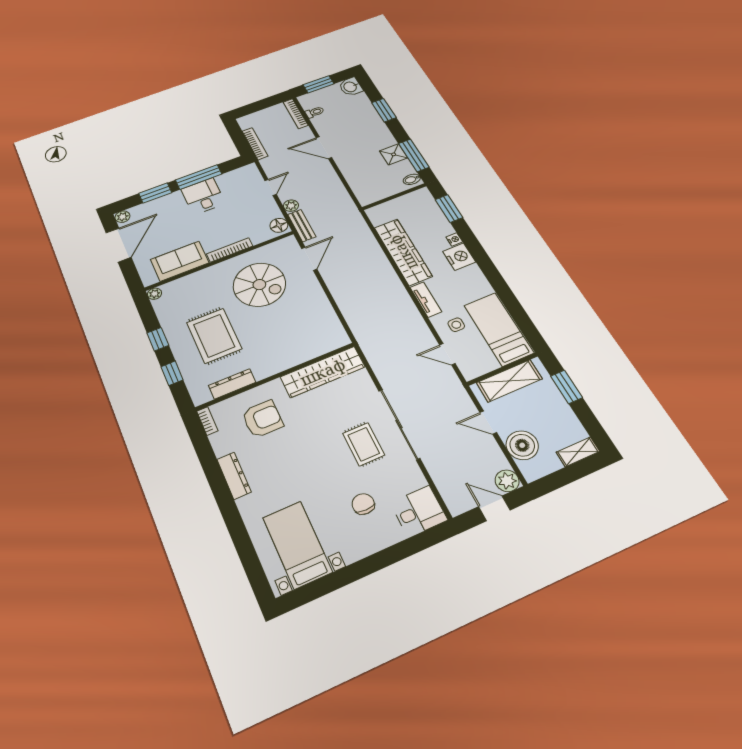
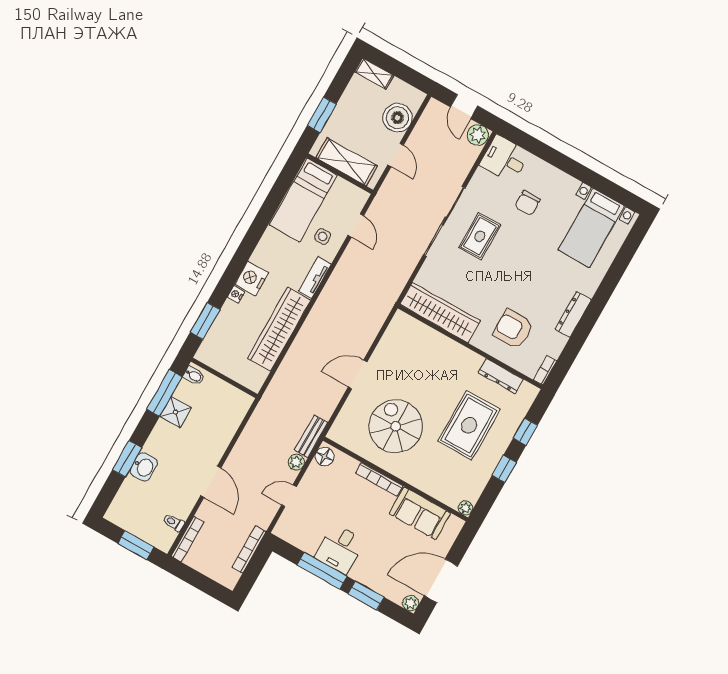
washbasin: (351, 87) -> (144, 467), moved
door: (309, 259) -> (358, 374), moved
plant: (507, 481) -> (478, 135), moved

